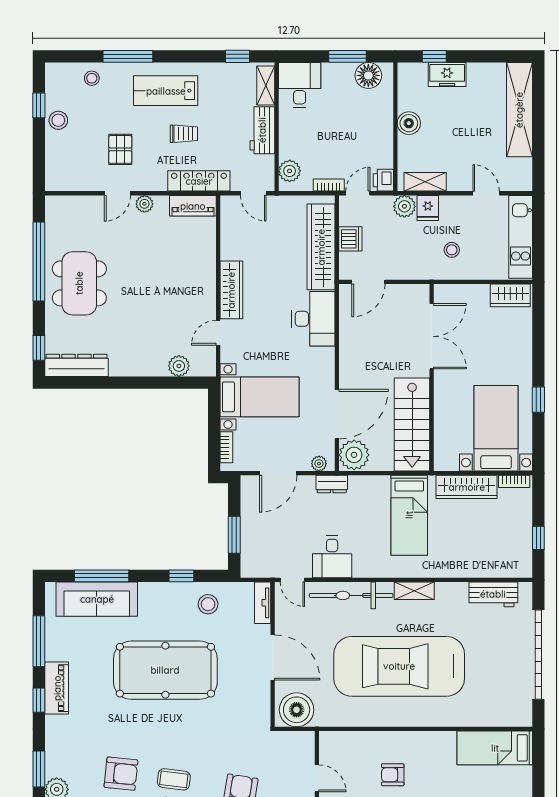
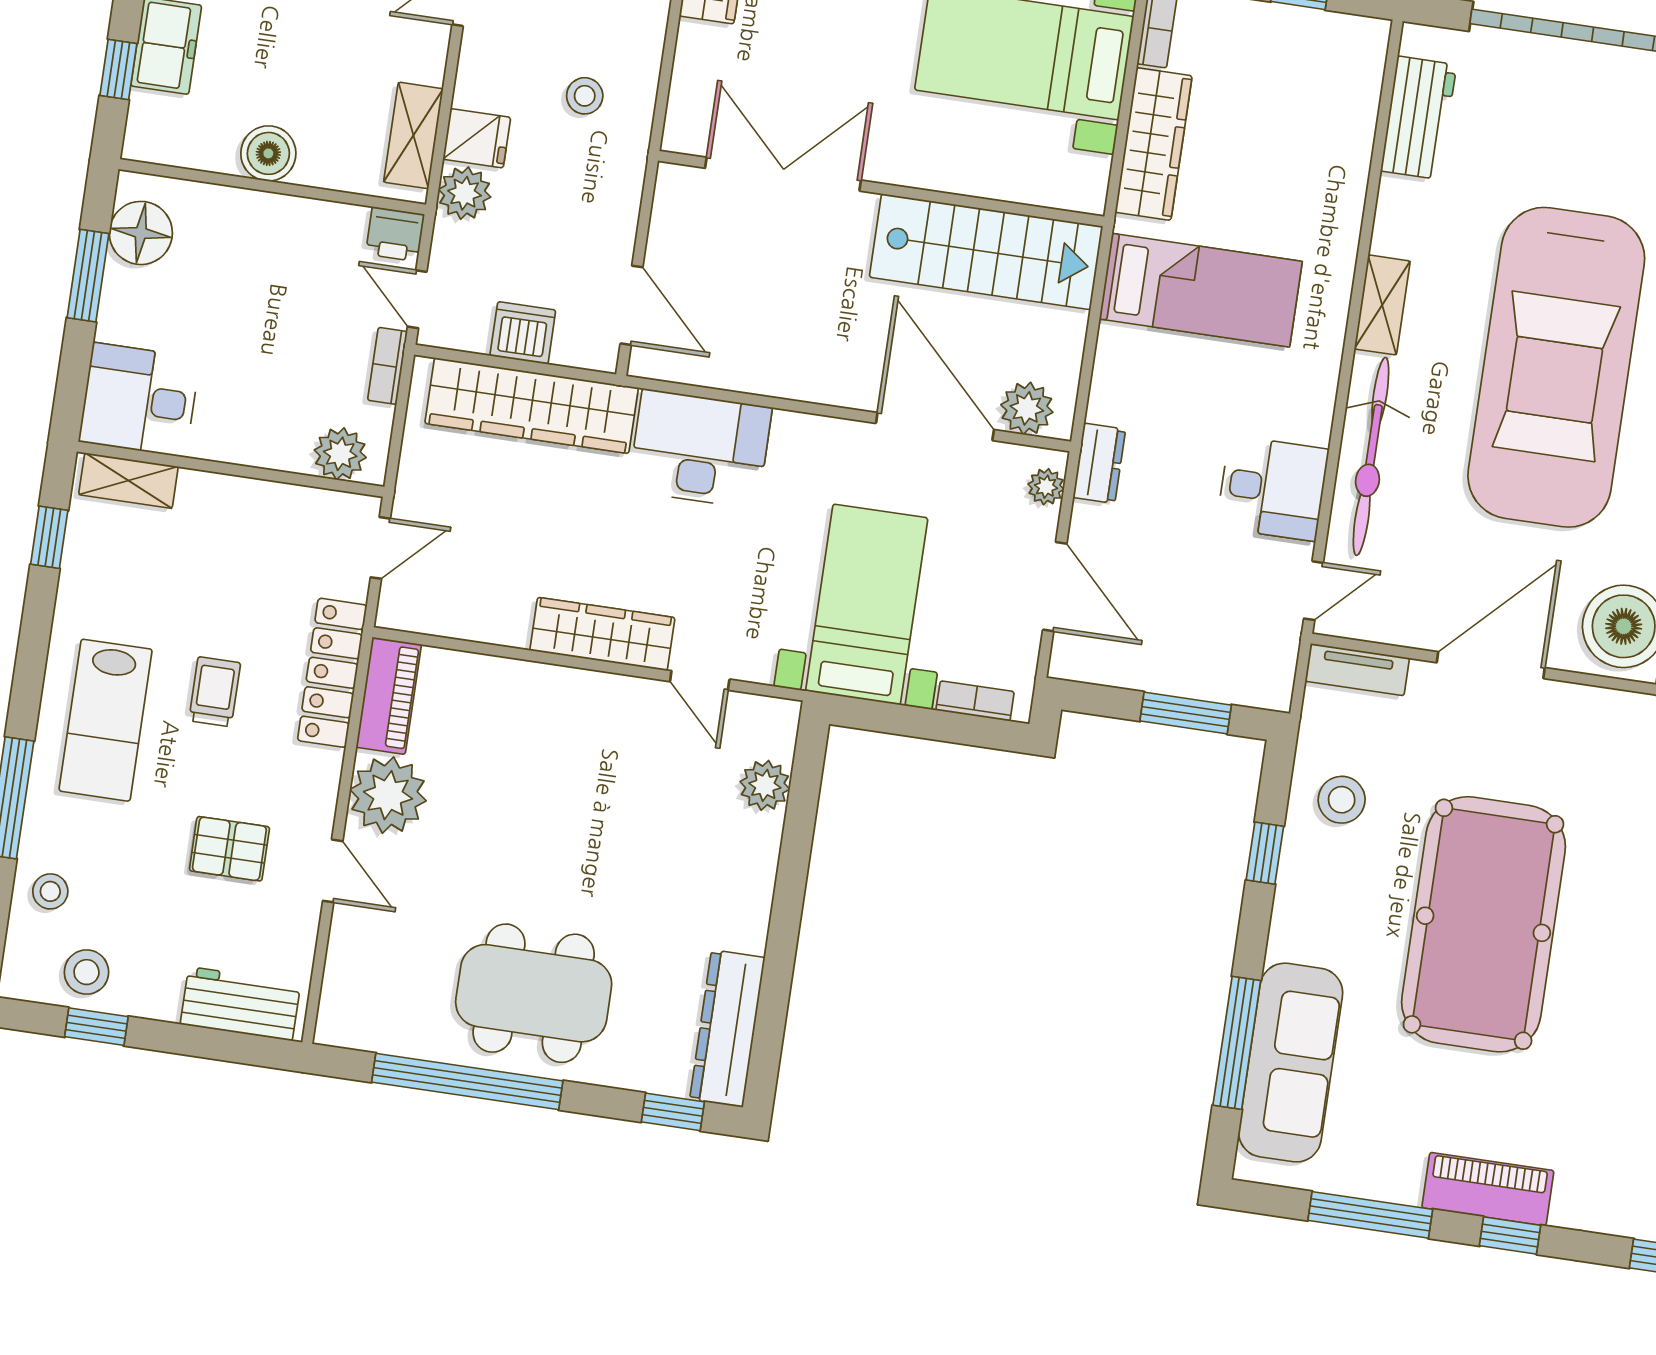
stool: (58, 120) -> (86, 972), moved
workbench: (262, 130) -> (240, 1004), moved, turned 180
plant: (144, 204) -> (388, 795), width x1.88, depth x1.88
plant: (354, 455) -> (1027, 408), width x0.73, depth x0.73

